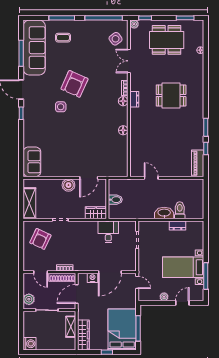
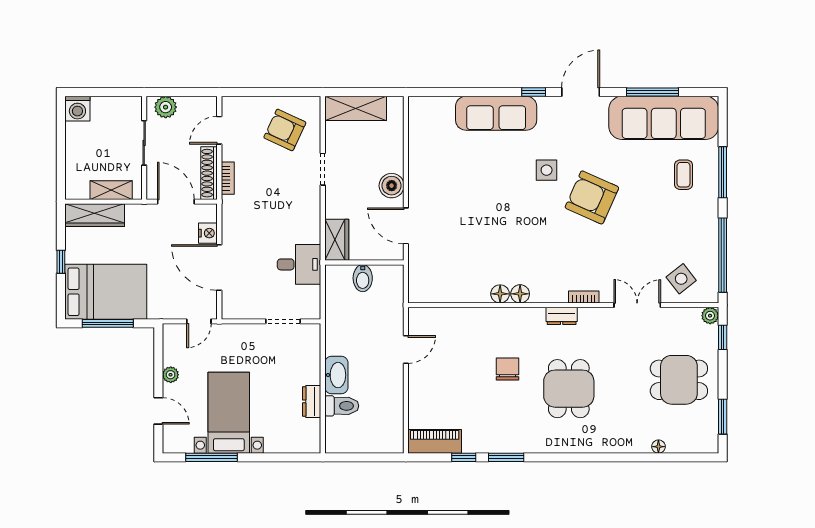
dining table: (167, 40) -> (679, 380), width x0.73
floor lamp: (123, 101) -> (520, 294), moved
chair: (161, 127) -> (507, 369), added
sofa: (32, 162) -> (496, 113), moved, width x1.36

